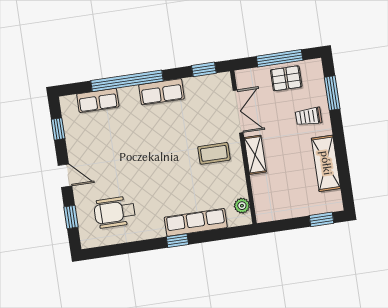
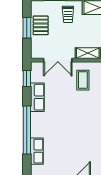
window: (280, 58) -> (27, 28), width x0.69
row of seats: (162, 92) -> (37, 97), moved
double door: (238, 111) -> (58, 60), swing flipped

